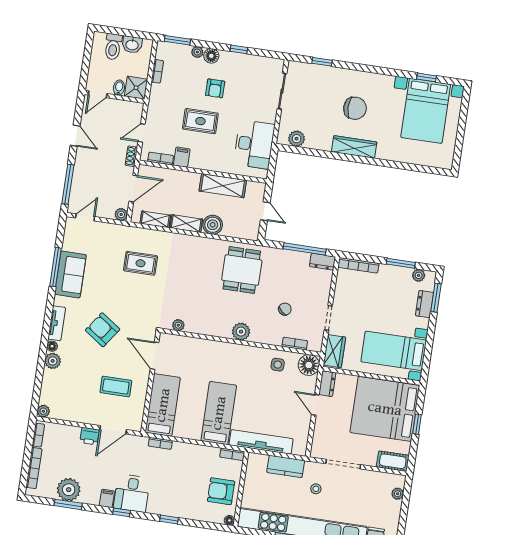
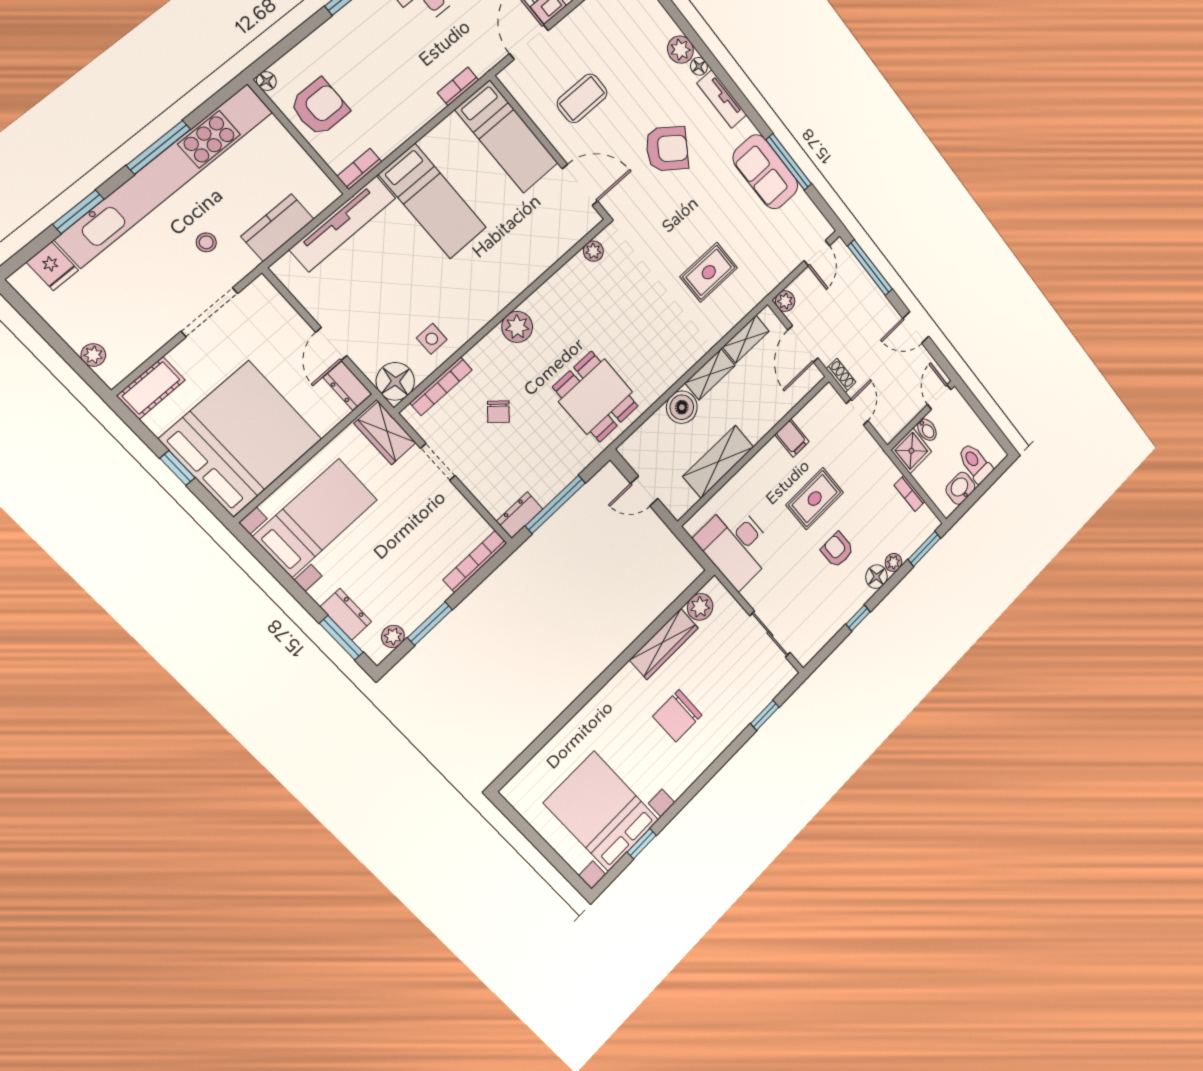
wardrobe: (354, 147) -> (664, 644), moved
bookcase: (161, 159) -> (811, 410), removed
bookcase: (295, 344) -> (441, 386), width x1.56
door: (315, 405) -> (331, 344), swing flipped

